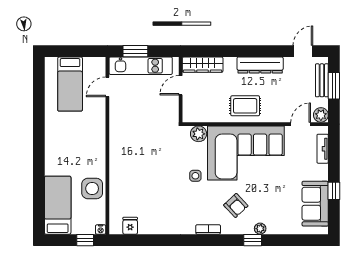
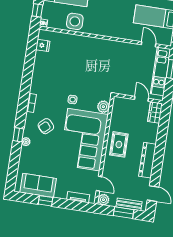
wardrobe: (203, 65) -> (155, 113), width x0.67

